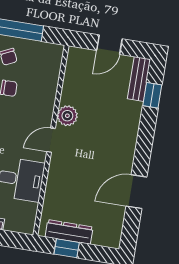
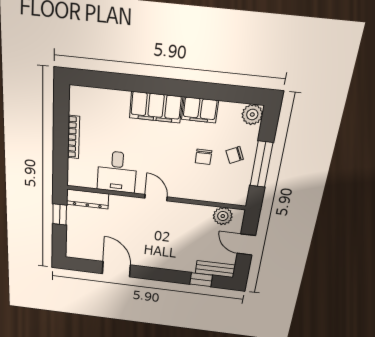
plant: (67, 116) -> (223, 216), moved
dresser: (69, 232) -> (87, 199), moved, turned 90

